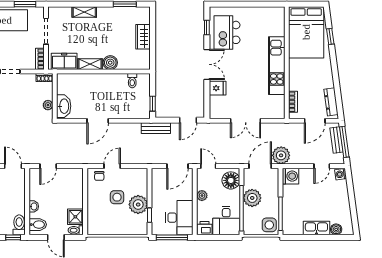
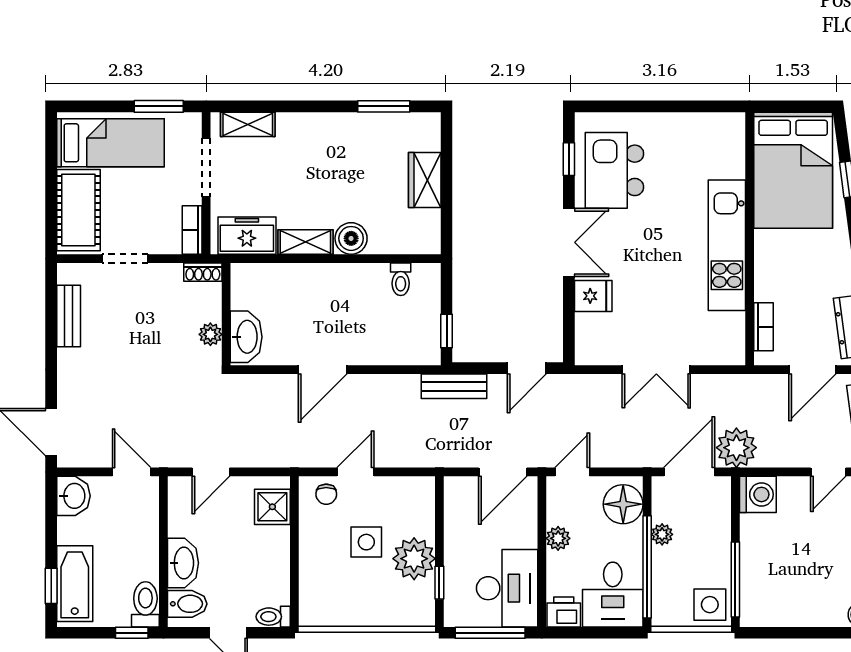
shelving: (84, 12) -> (248, 124), moved
door: (208, 166) -> (572, 472), hinge flipped
plant: (252, 198) -> (662, 534), width x0.53, depth x0.53
washbasin: (34, 206) -> (183, 563), width x1.91, depth x1.45
shower: (75, 217) -> (272, 507), moved
kitchen sink: (316, 228) -> (816, 611), removed

